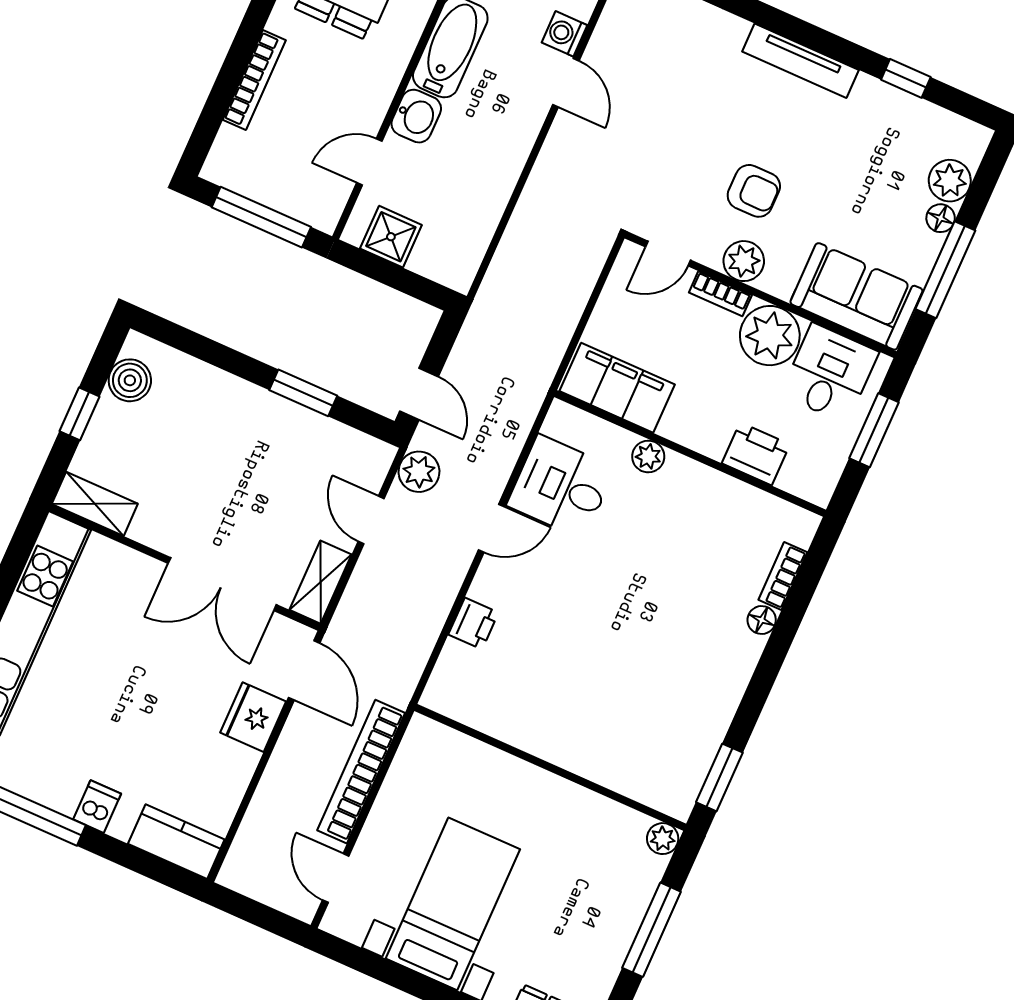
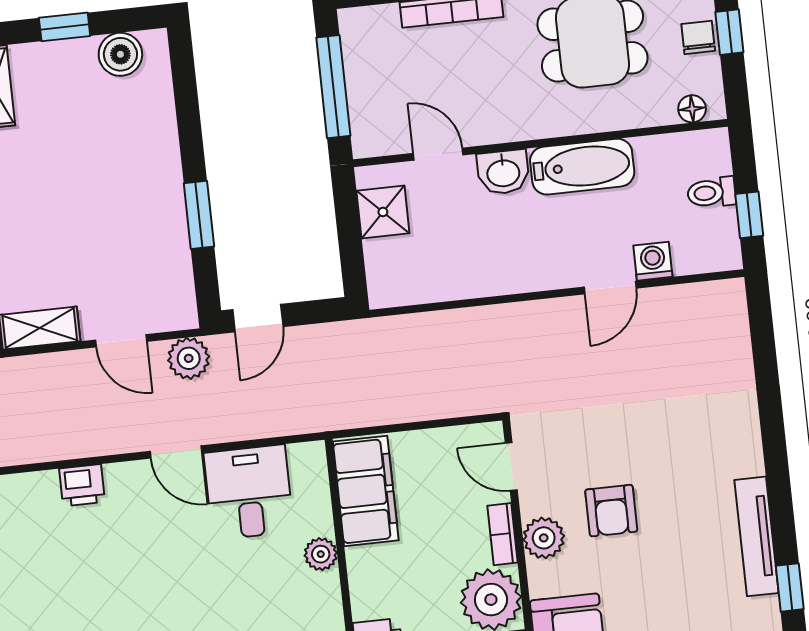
tv unit: (800, 61) -> (757, 536), moved
door: (371, 520) -> (121, 341), swing flipped

